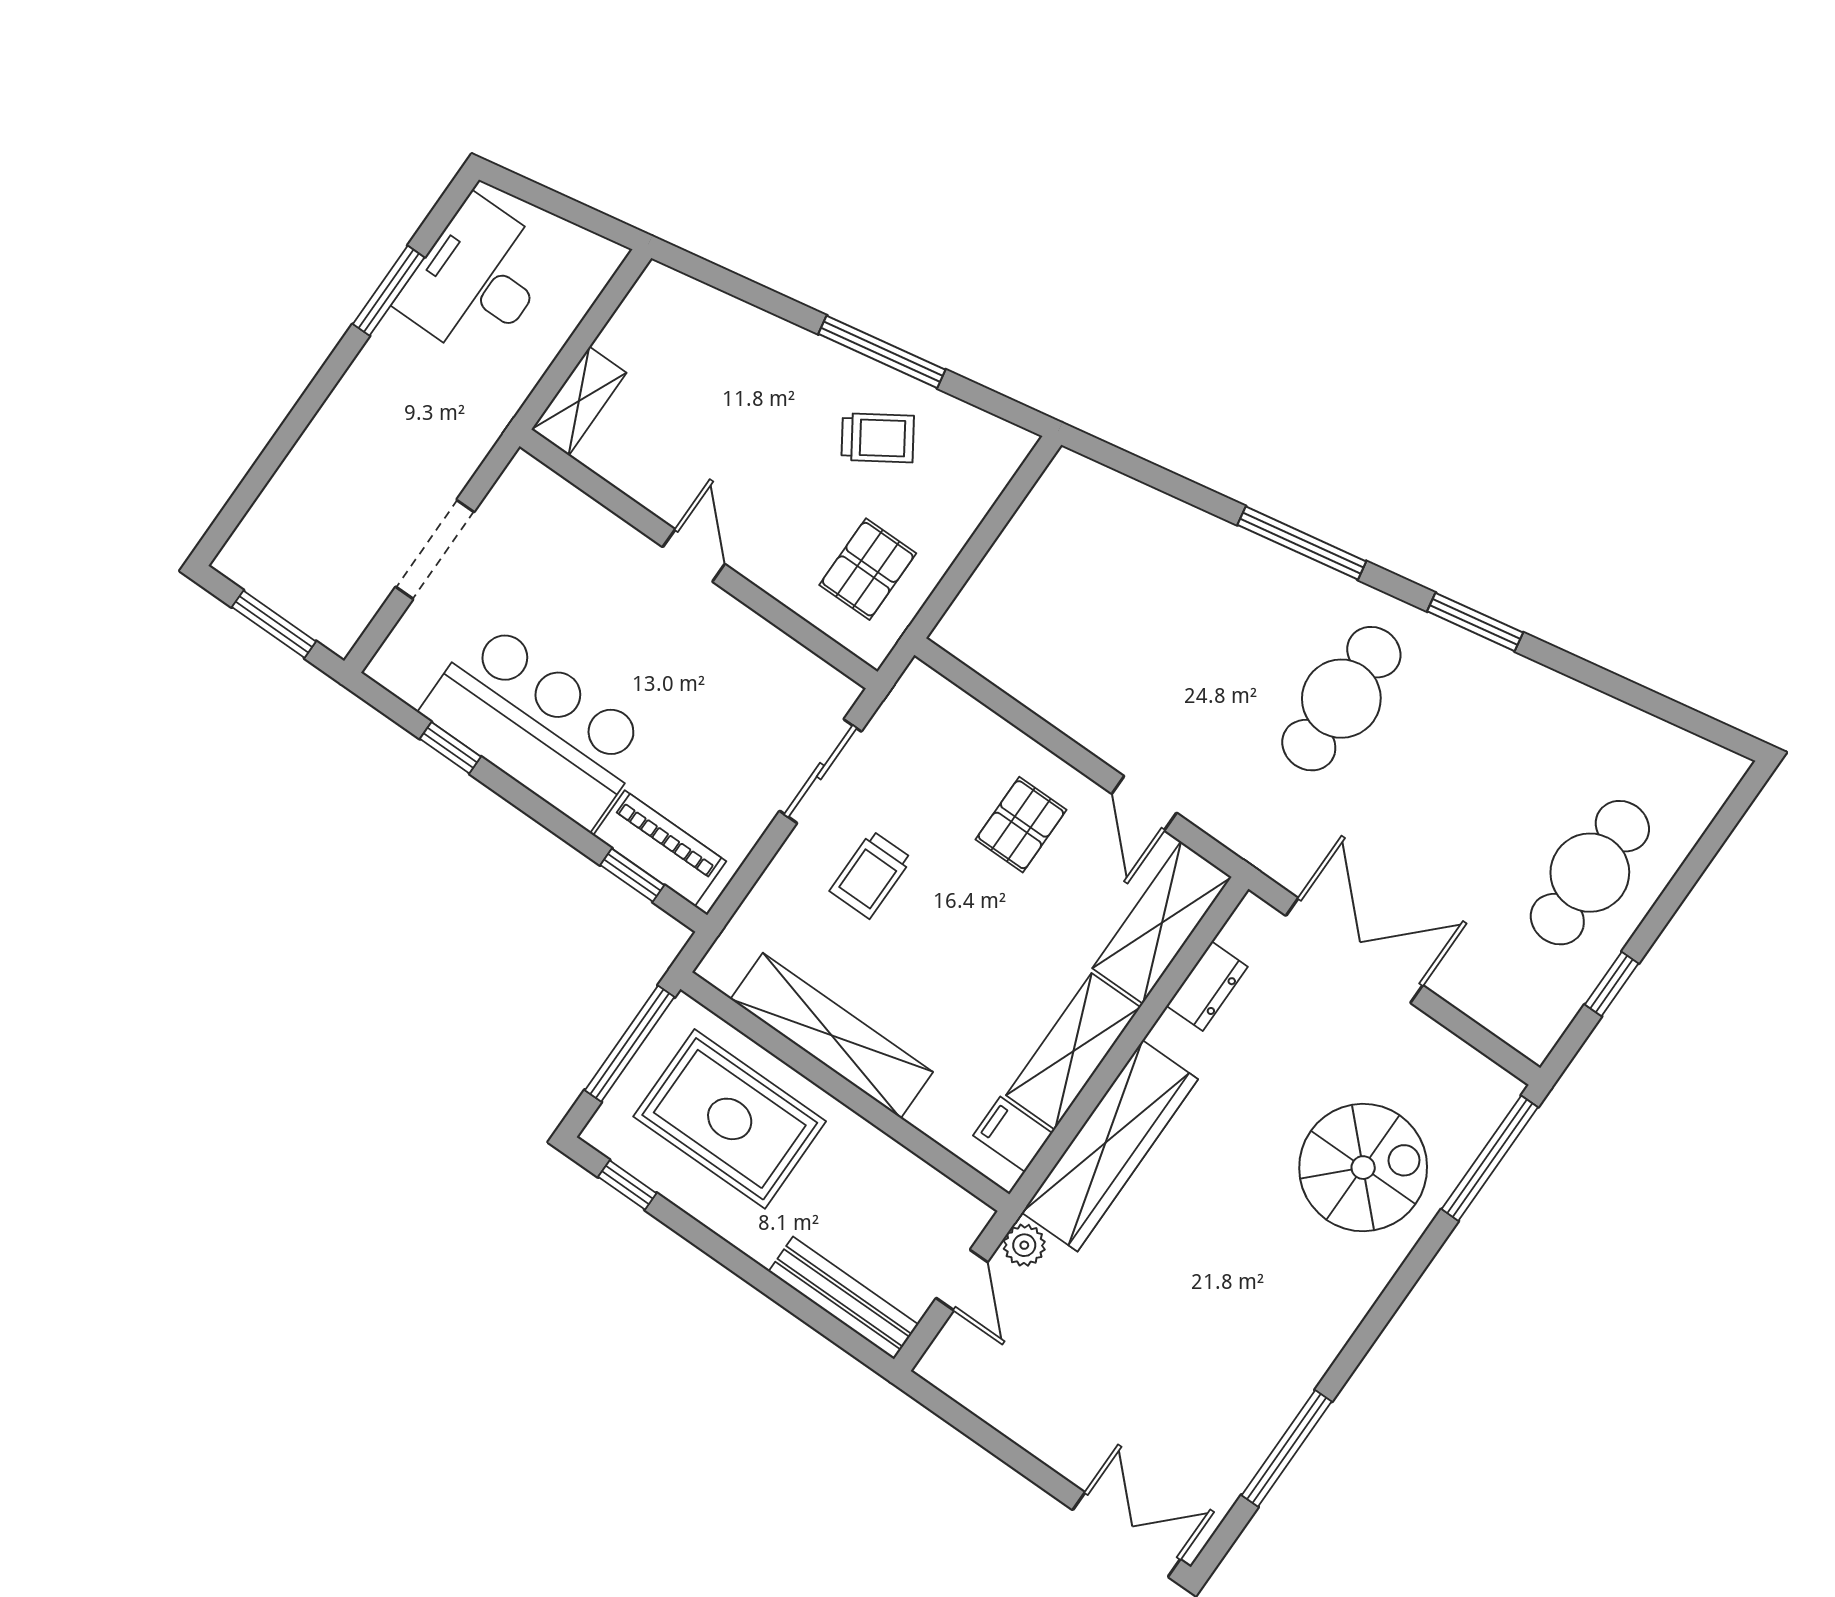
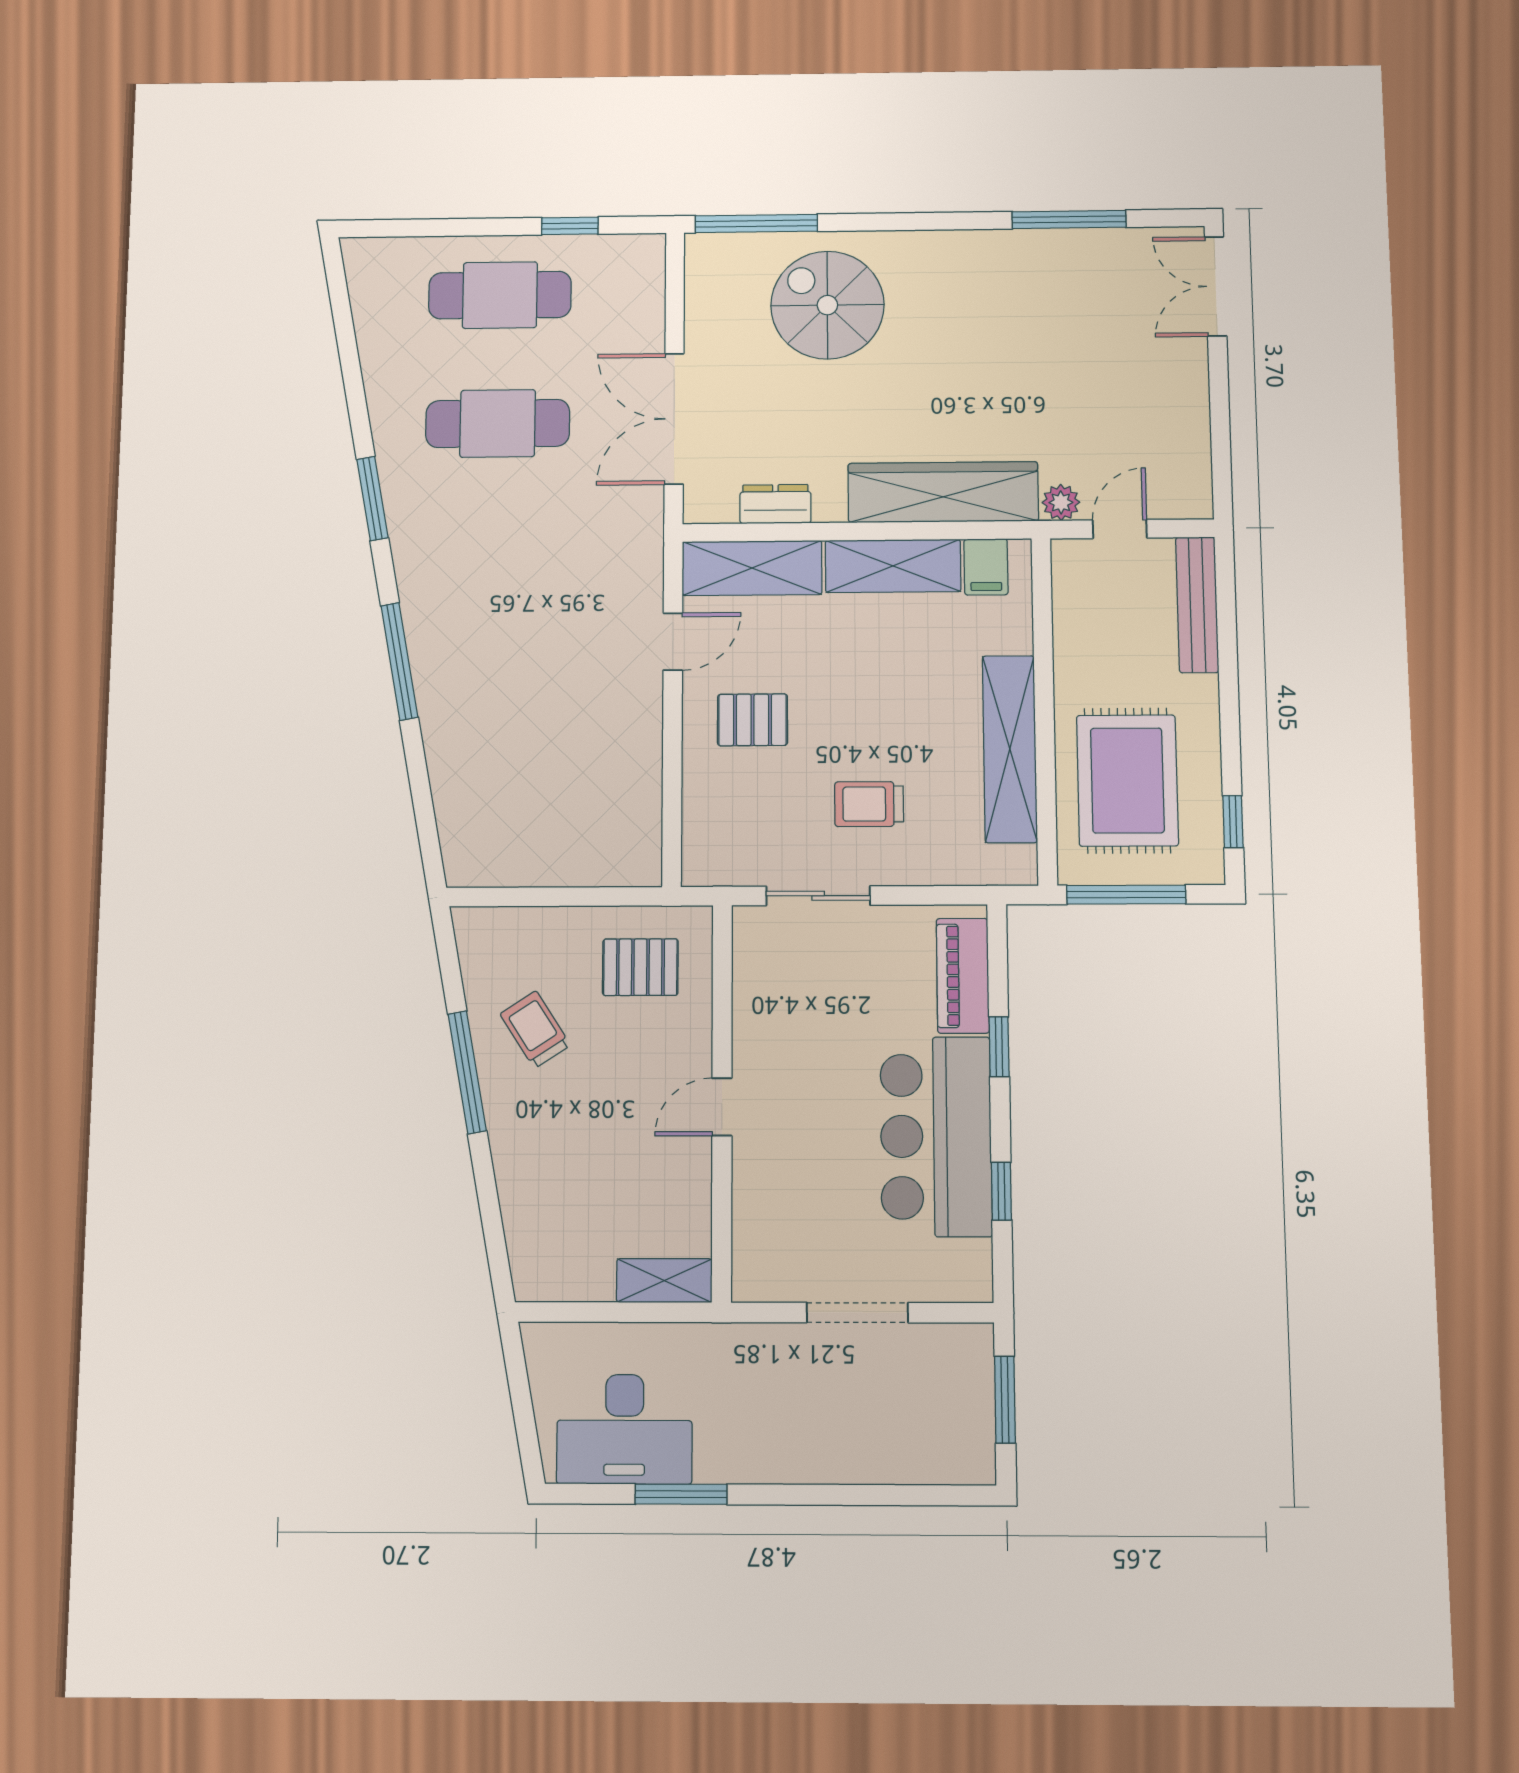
cafe table: (1341, 699) -> (498, 423), moved
window: (632, 875) -> (999, 1047), moved
trolley: (871, 875) -> (869, 804), turned 180

